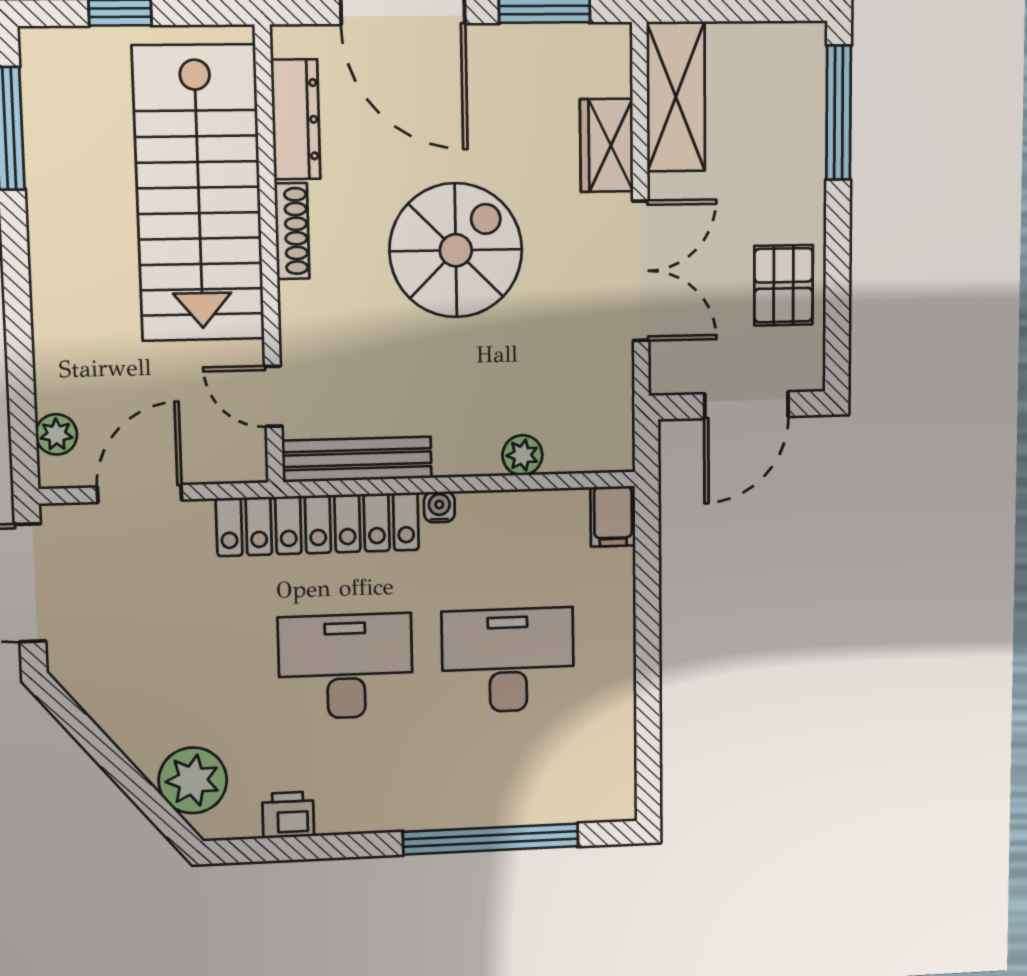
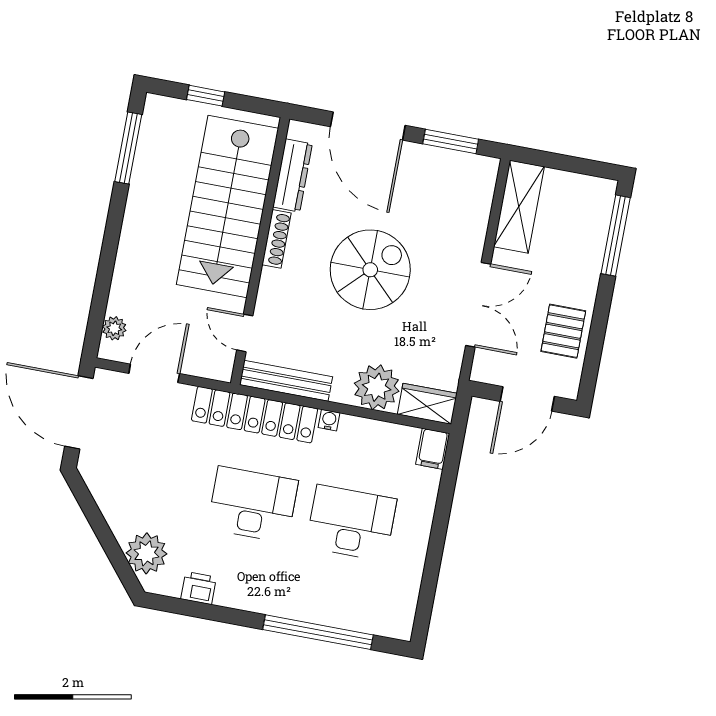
wardrobe: (607, 145) -> (427, 404), moved, turned 90
plant: (522, 455) -> (377, 387), width x1.88, depth x1.88

